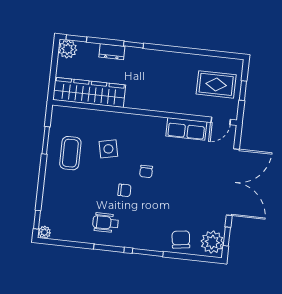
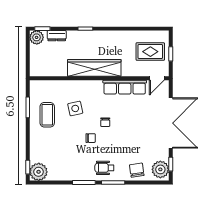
dresser: (112, 52) -> (57, 36), moved
wardrobe: (89, 92) -> (94, 68), moved
row of seats: (186, 129) -> (125, 87), width x1.48
wheelchair: (106, 223) -> (104, 168), moved
plant: (44, 232) -> (39, 172), width x1.88, depth x1.88

